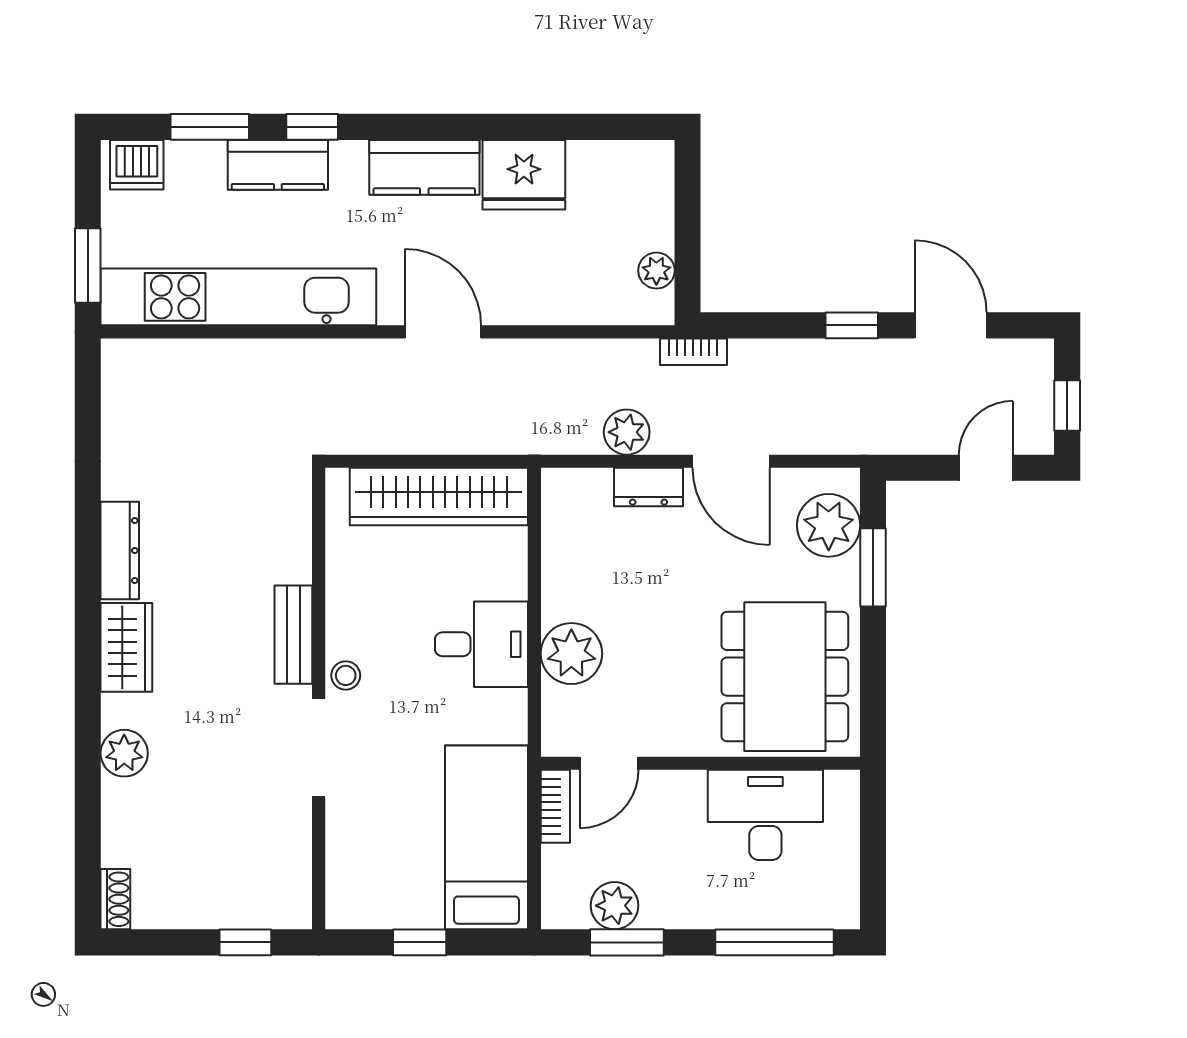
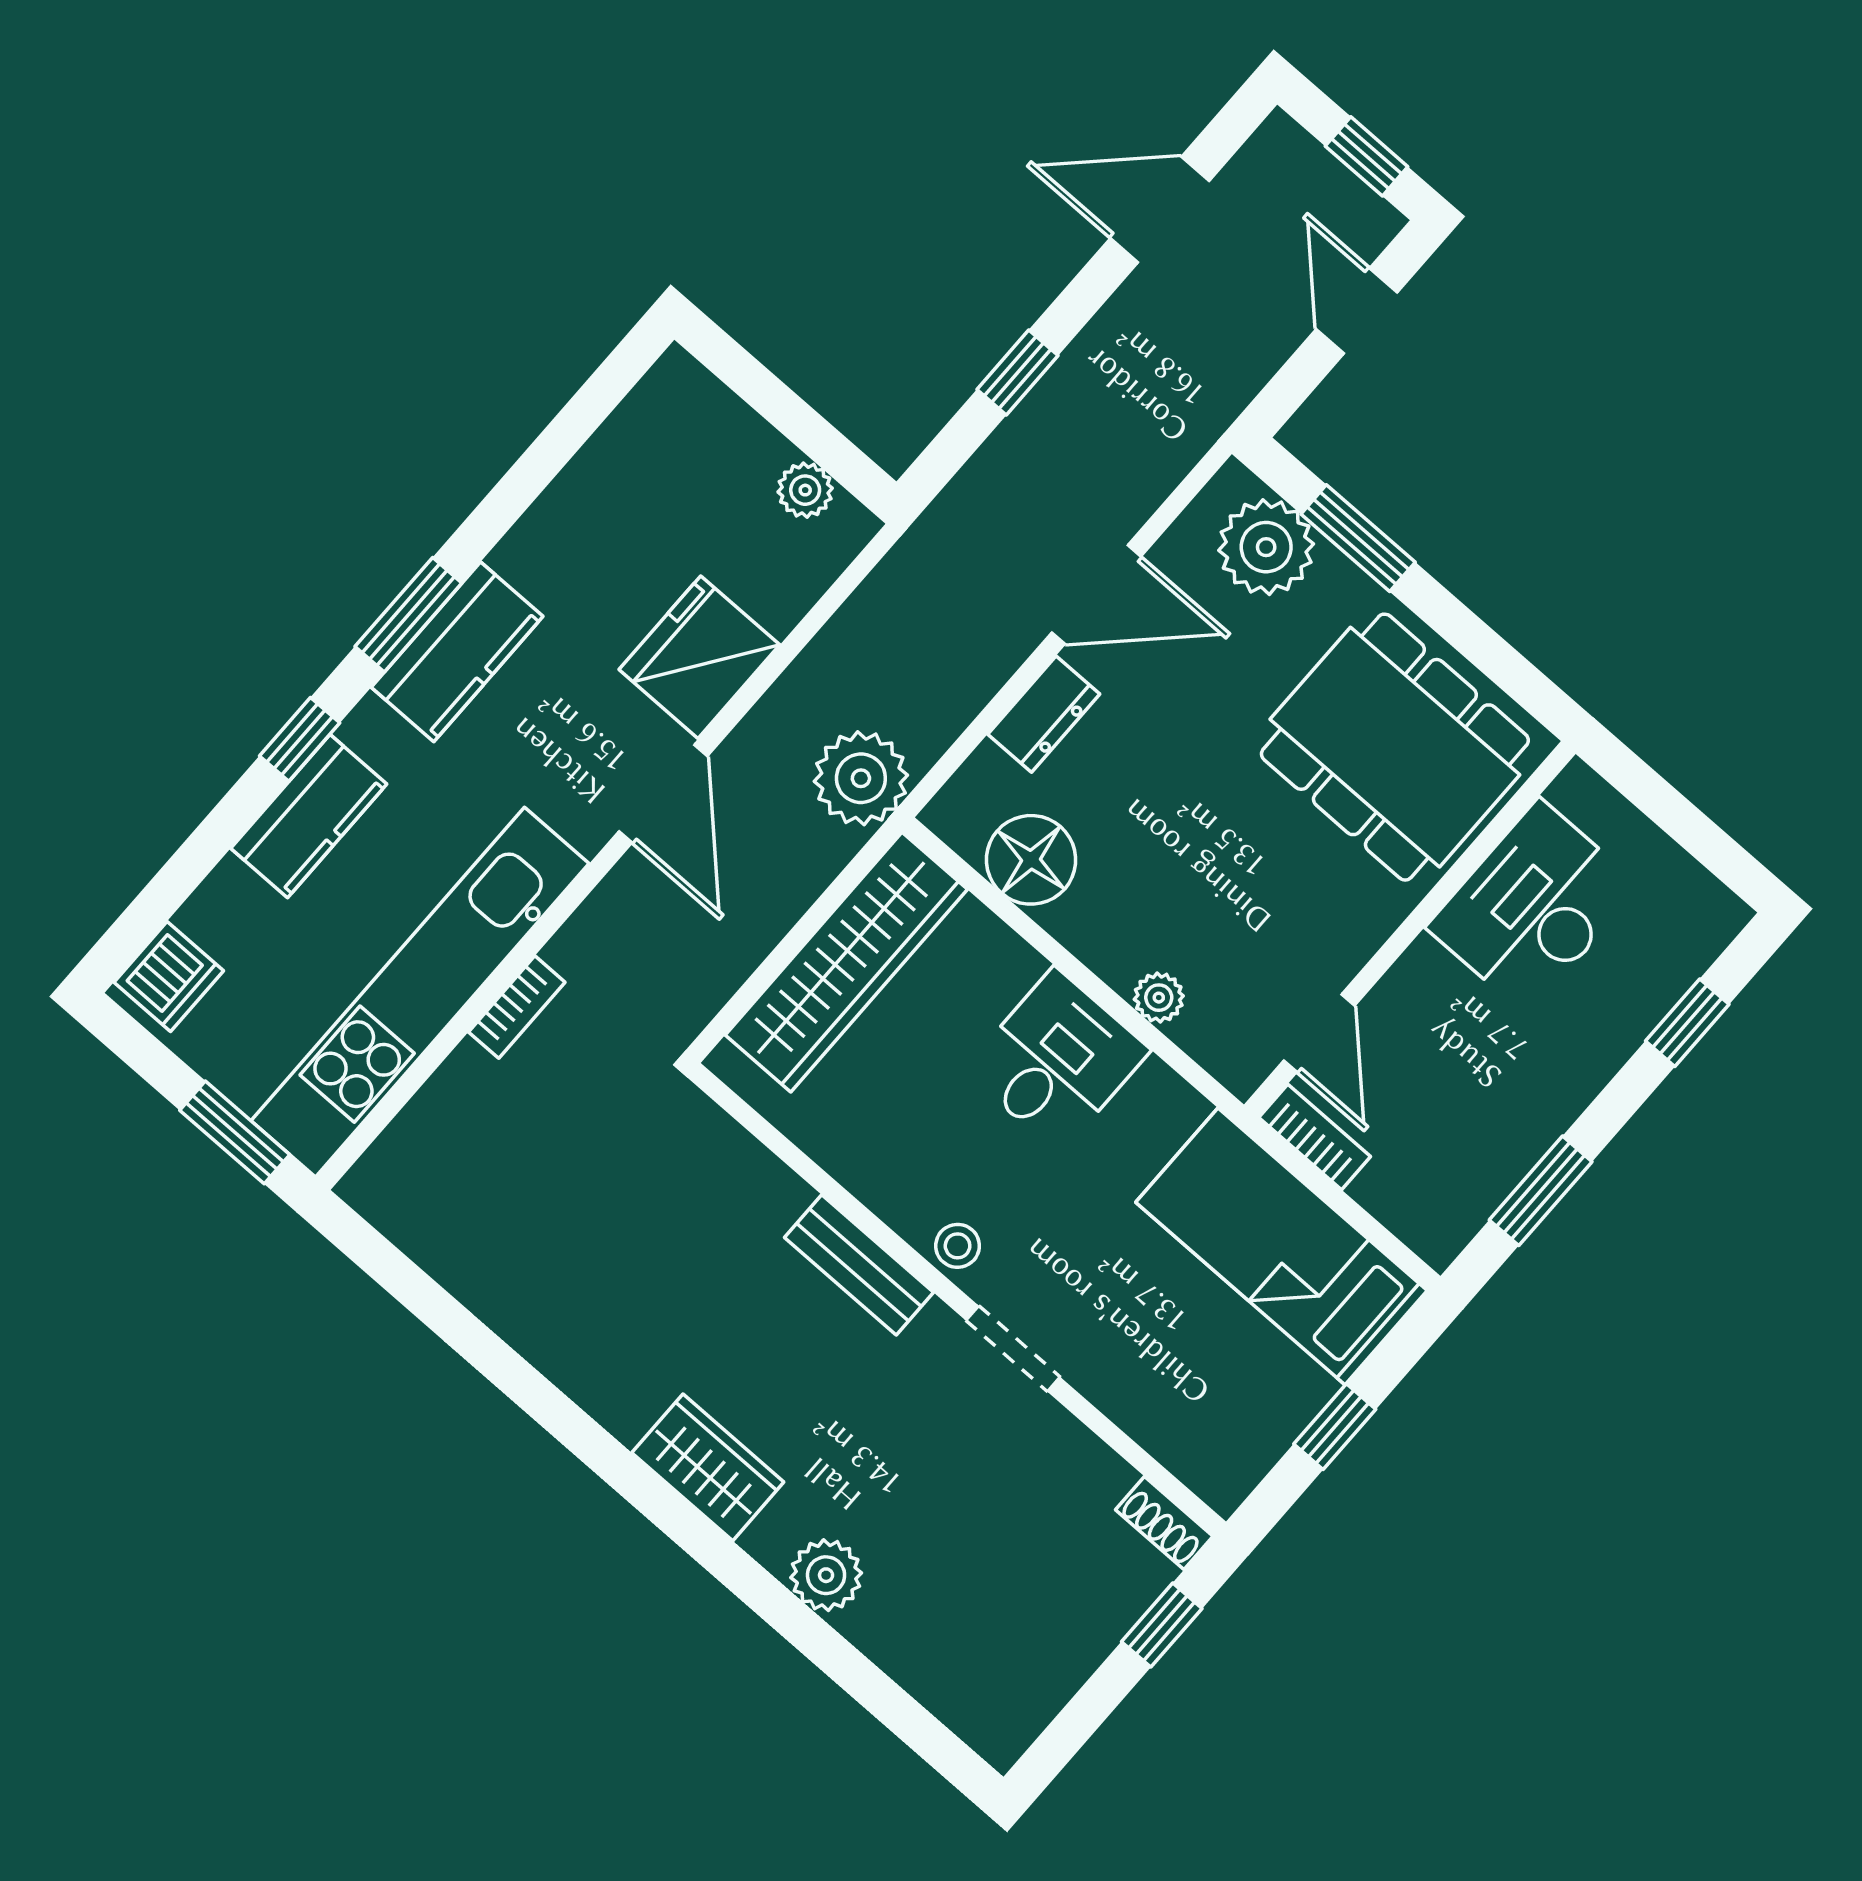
window: (210, 127) -> (408, 615), moved
fridge: (524, 175) -> (699, 657), moved, turned 180
window: (852, 325) -> (1018, 373), moved
door: (443, 332) -> (663, 794), swing flipped
bookcase: (693, 352) -> (517, 1007), moved
plant: (627, 432) -> (861, 778), moved, width x1.36, depth x1.36
floor lamp: (570, 544) -> (1031, 860), added
dresser: (120, 551) -> (591, 1379), removed
plant: (571, 654) -> (1159, 998), width x0.53, depth x0.53
doorway: (319, 748) -> (1013, 1349), width x0.73
shoe rack: (115, 899) -> (1164, 1523), moved, turned 180
plant: (615, 906) -> (1487, 1168), removed
window: (775, 942) -> (1687, 1023), width x0.46

